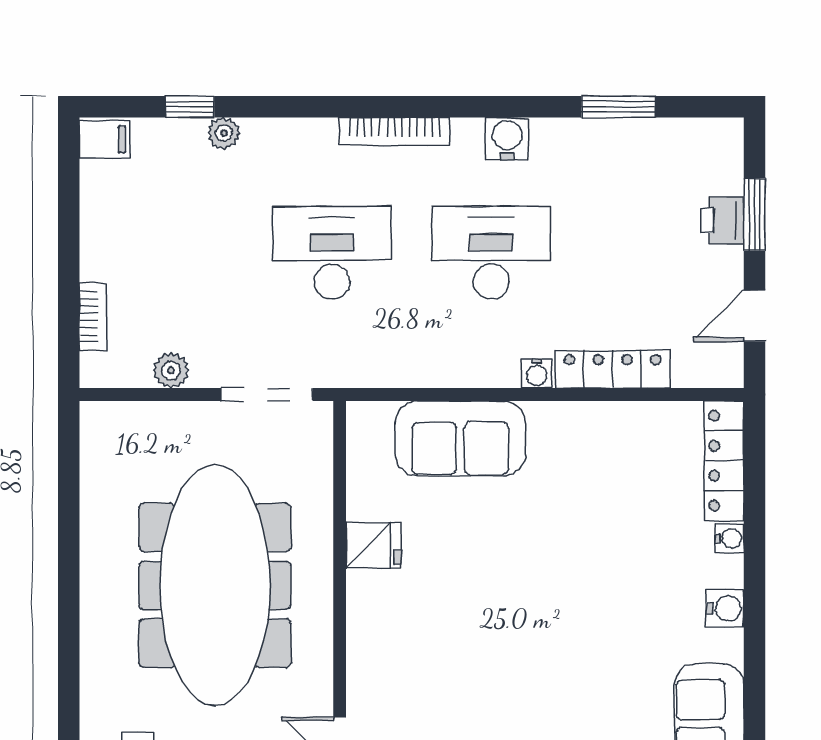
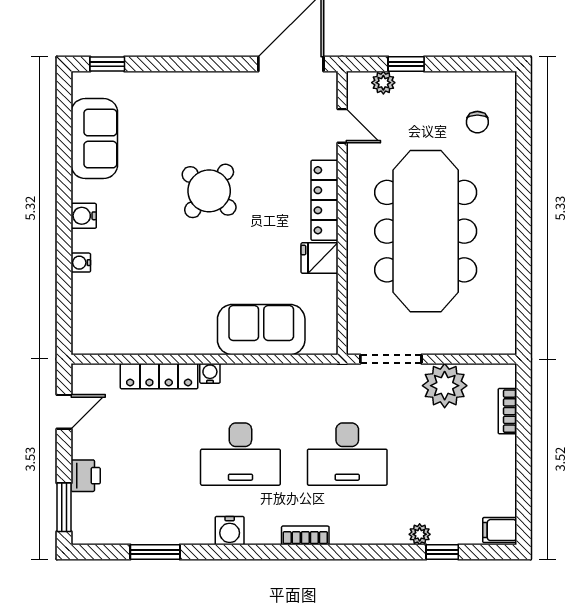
bookcase: (394, 131) -> (305, 535), width x0.64
window: (754, 215) -> (64, 507), moved
plant: (171, 370) -> (445, 386), width x1.88, depth x1.88
locker: (724, 461) -> (325, 200), moved, turned 180
round table: (538, 645) -> (209, 191), added

